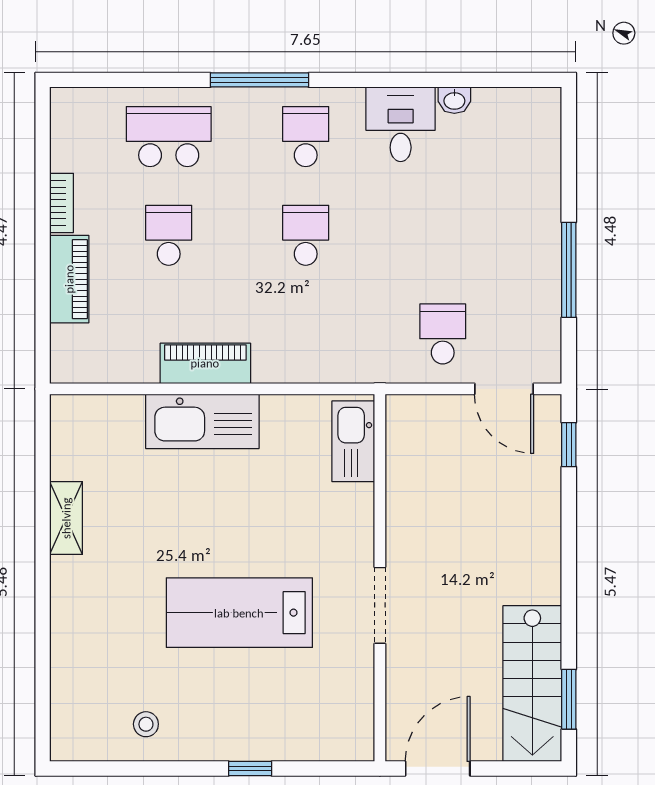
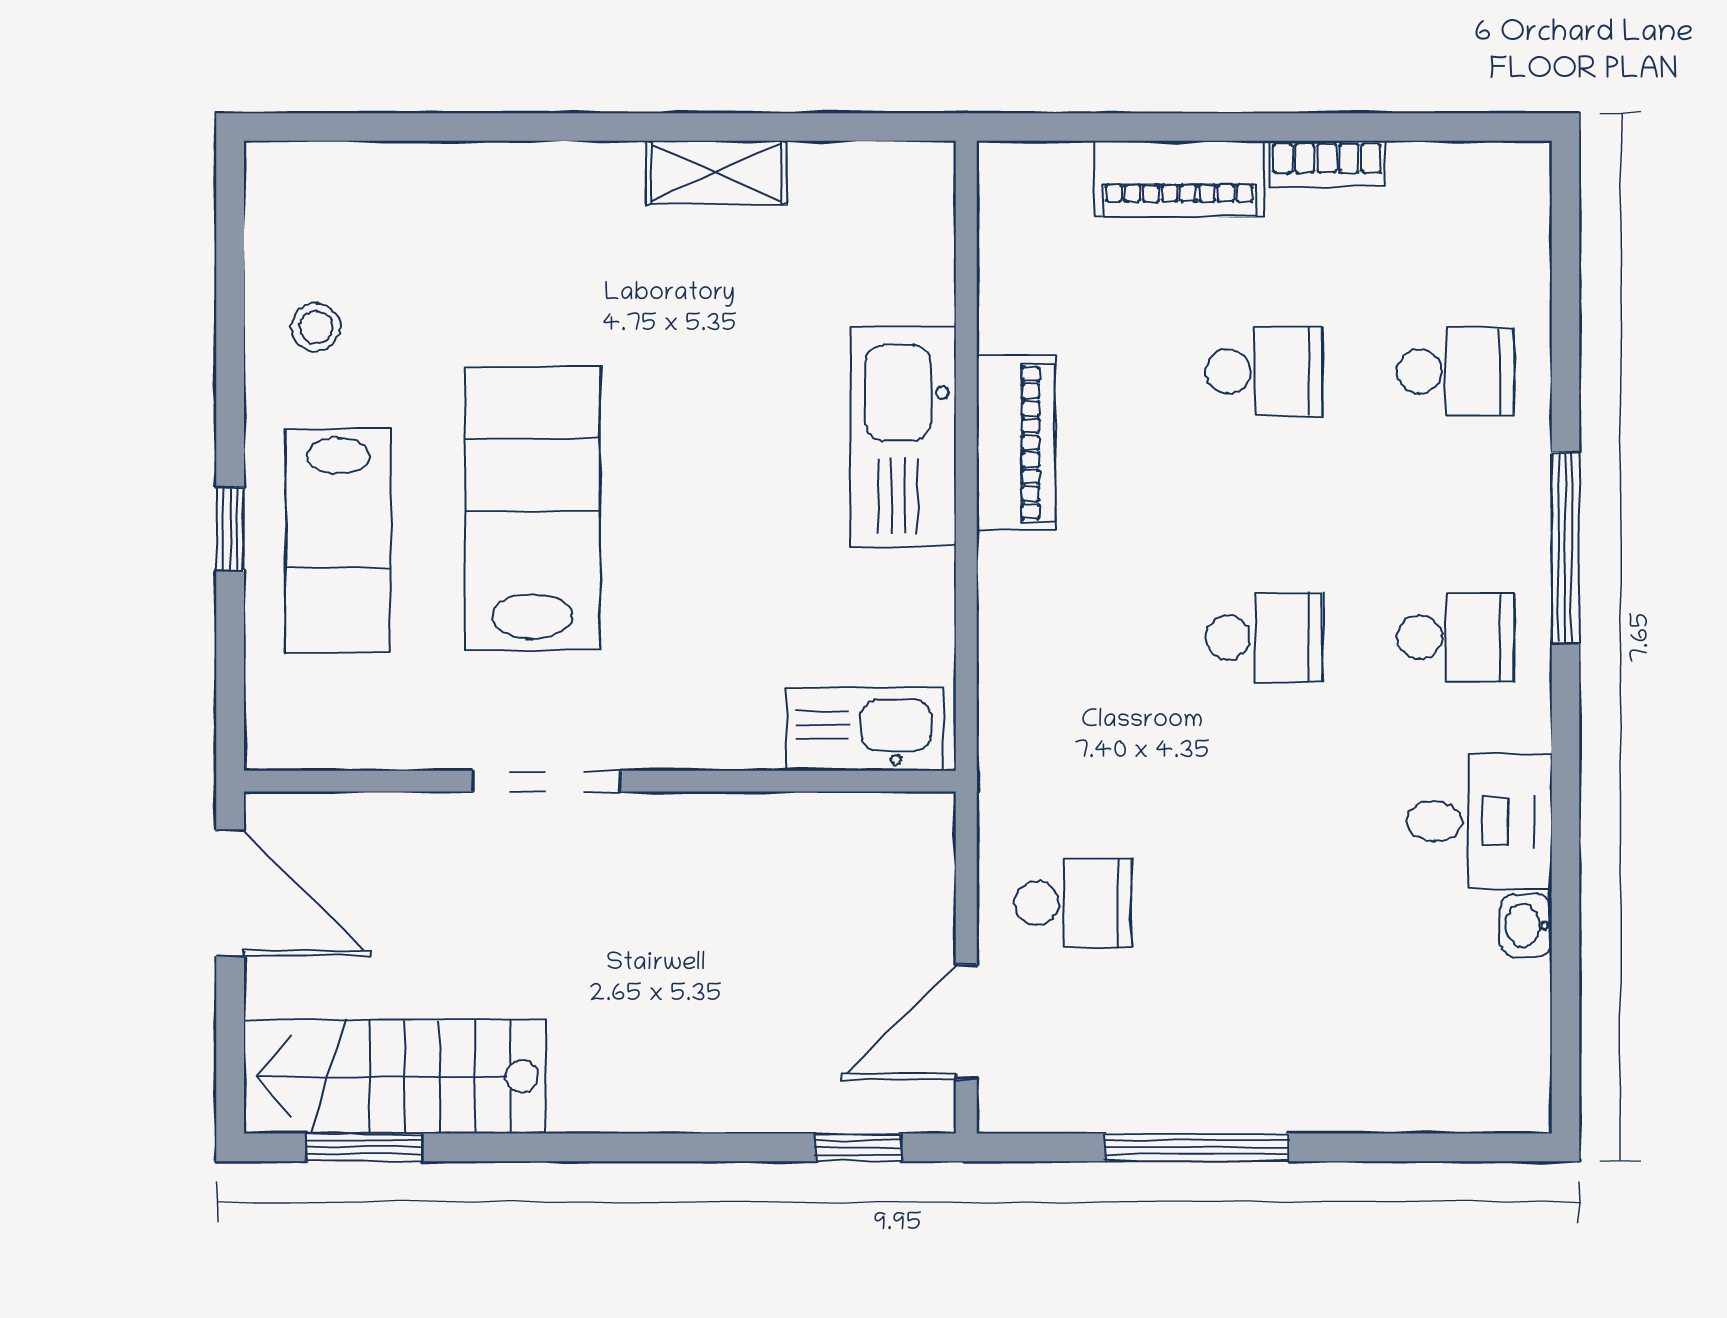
school desk: (169, 137) -> (1455, 372), width x0.54
lab bench: (256, 713) -> (338, 541), added

